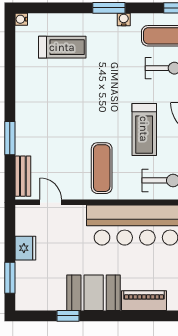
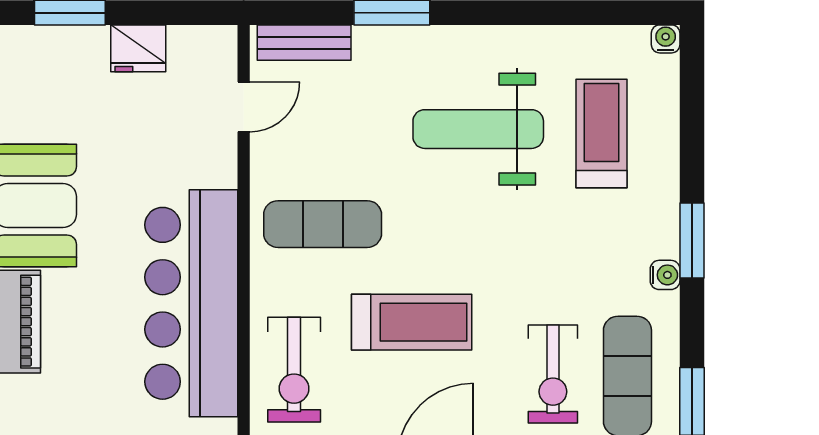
treadmill: (62, 47) -> (601, 133), turned 180
weight bench: (60, 101) -> (478, 129), added
treadmill: (144, 129) -> (412, 322), turned 180

